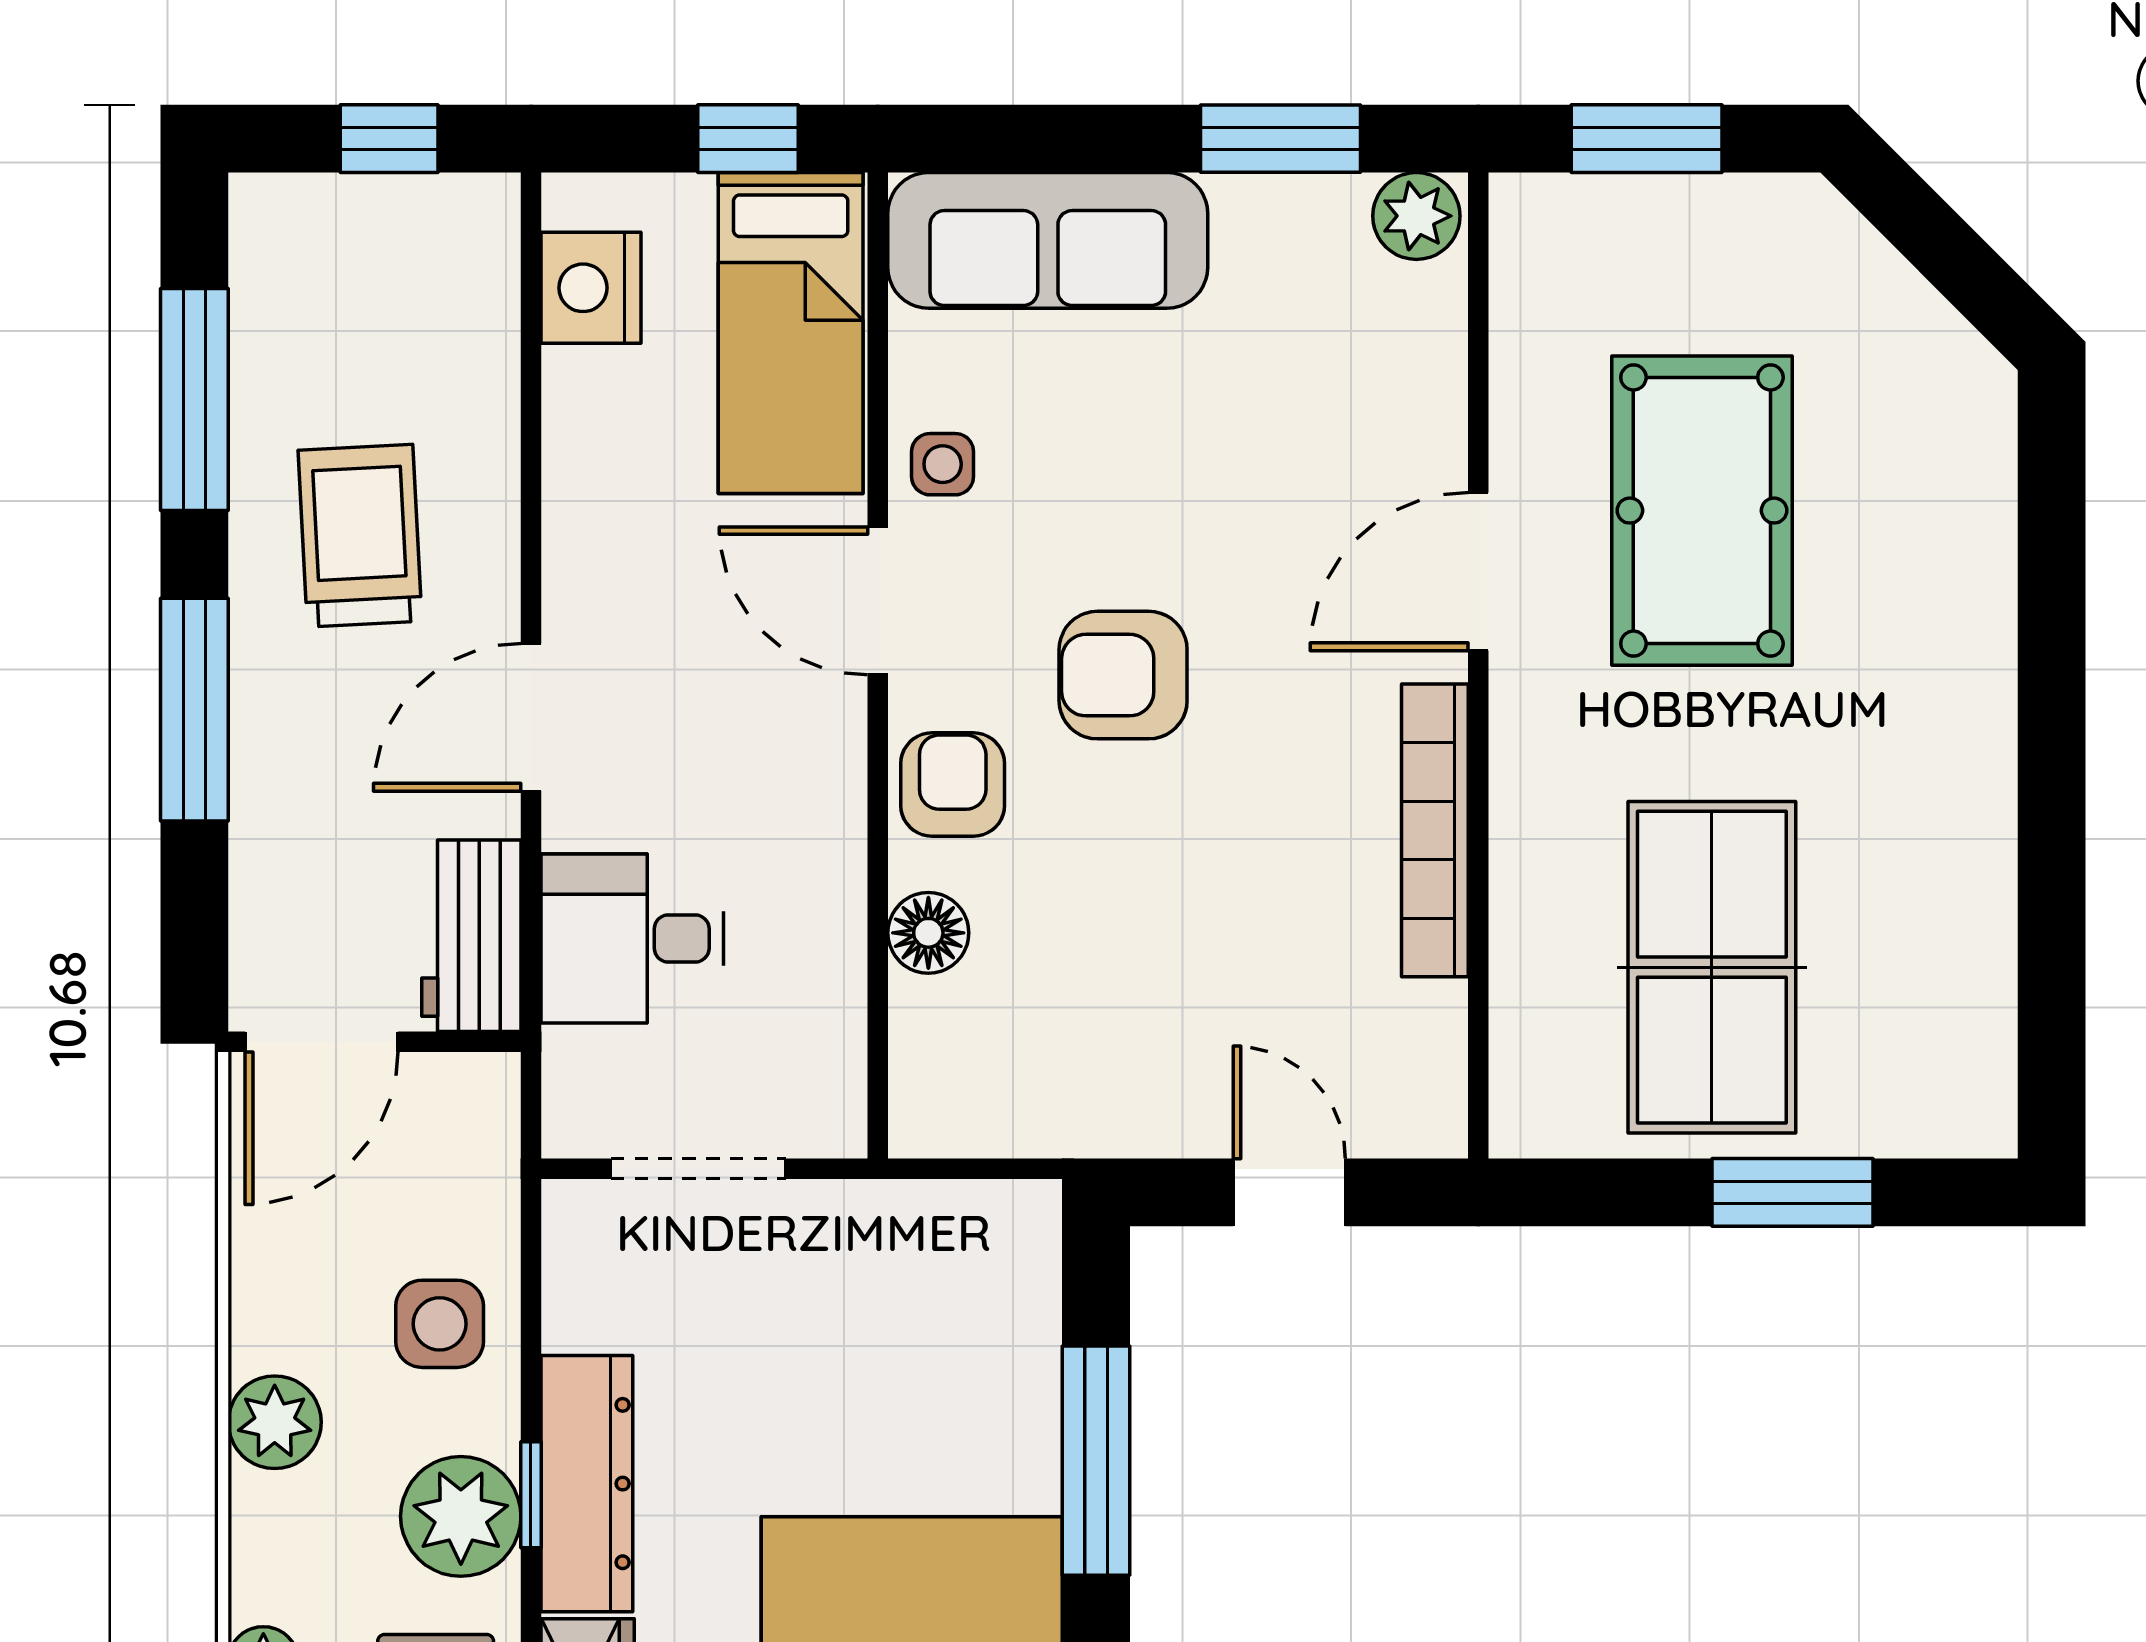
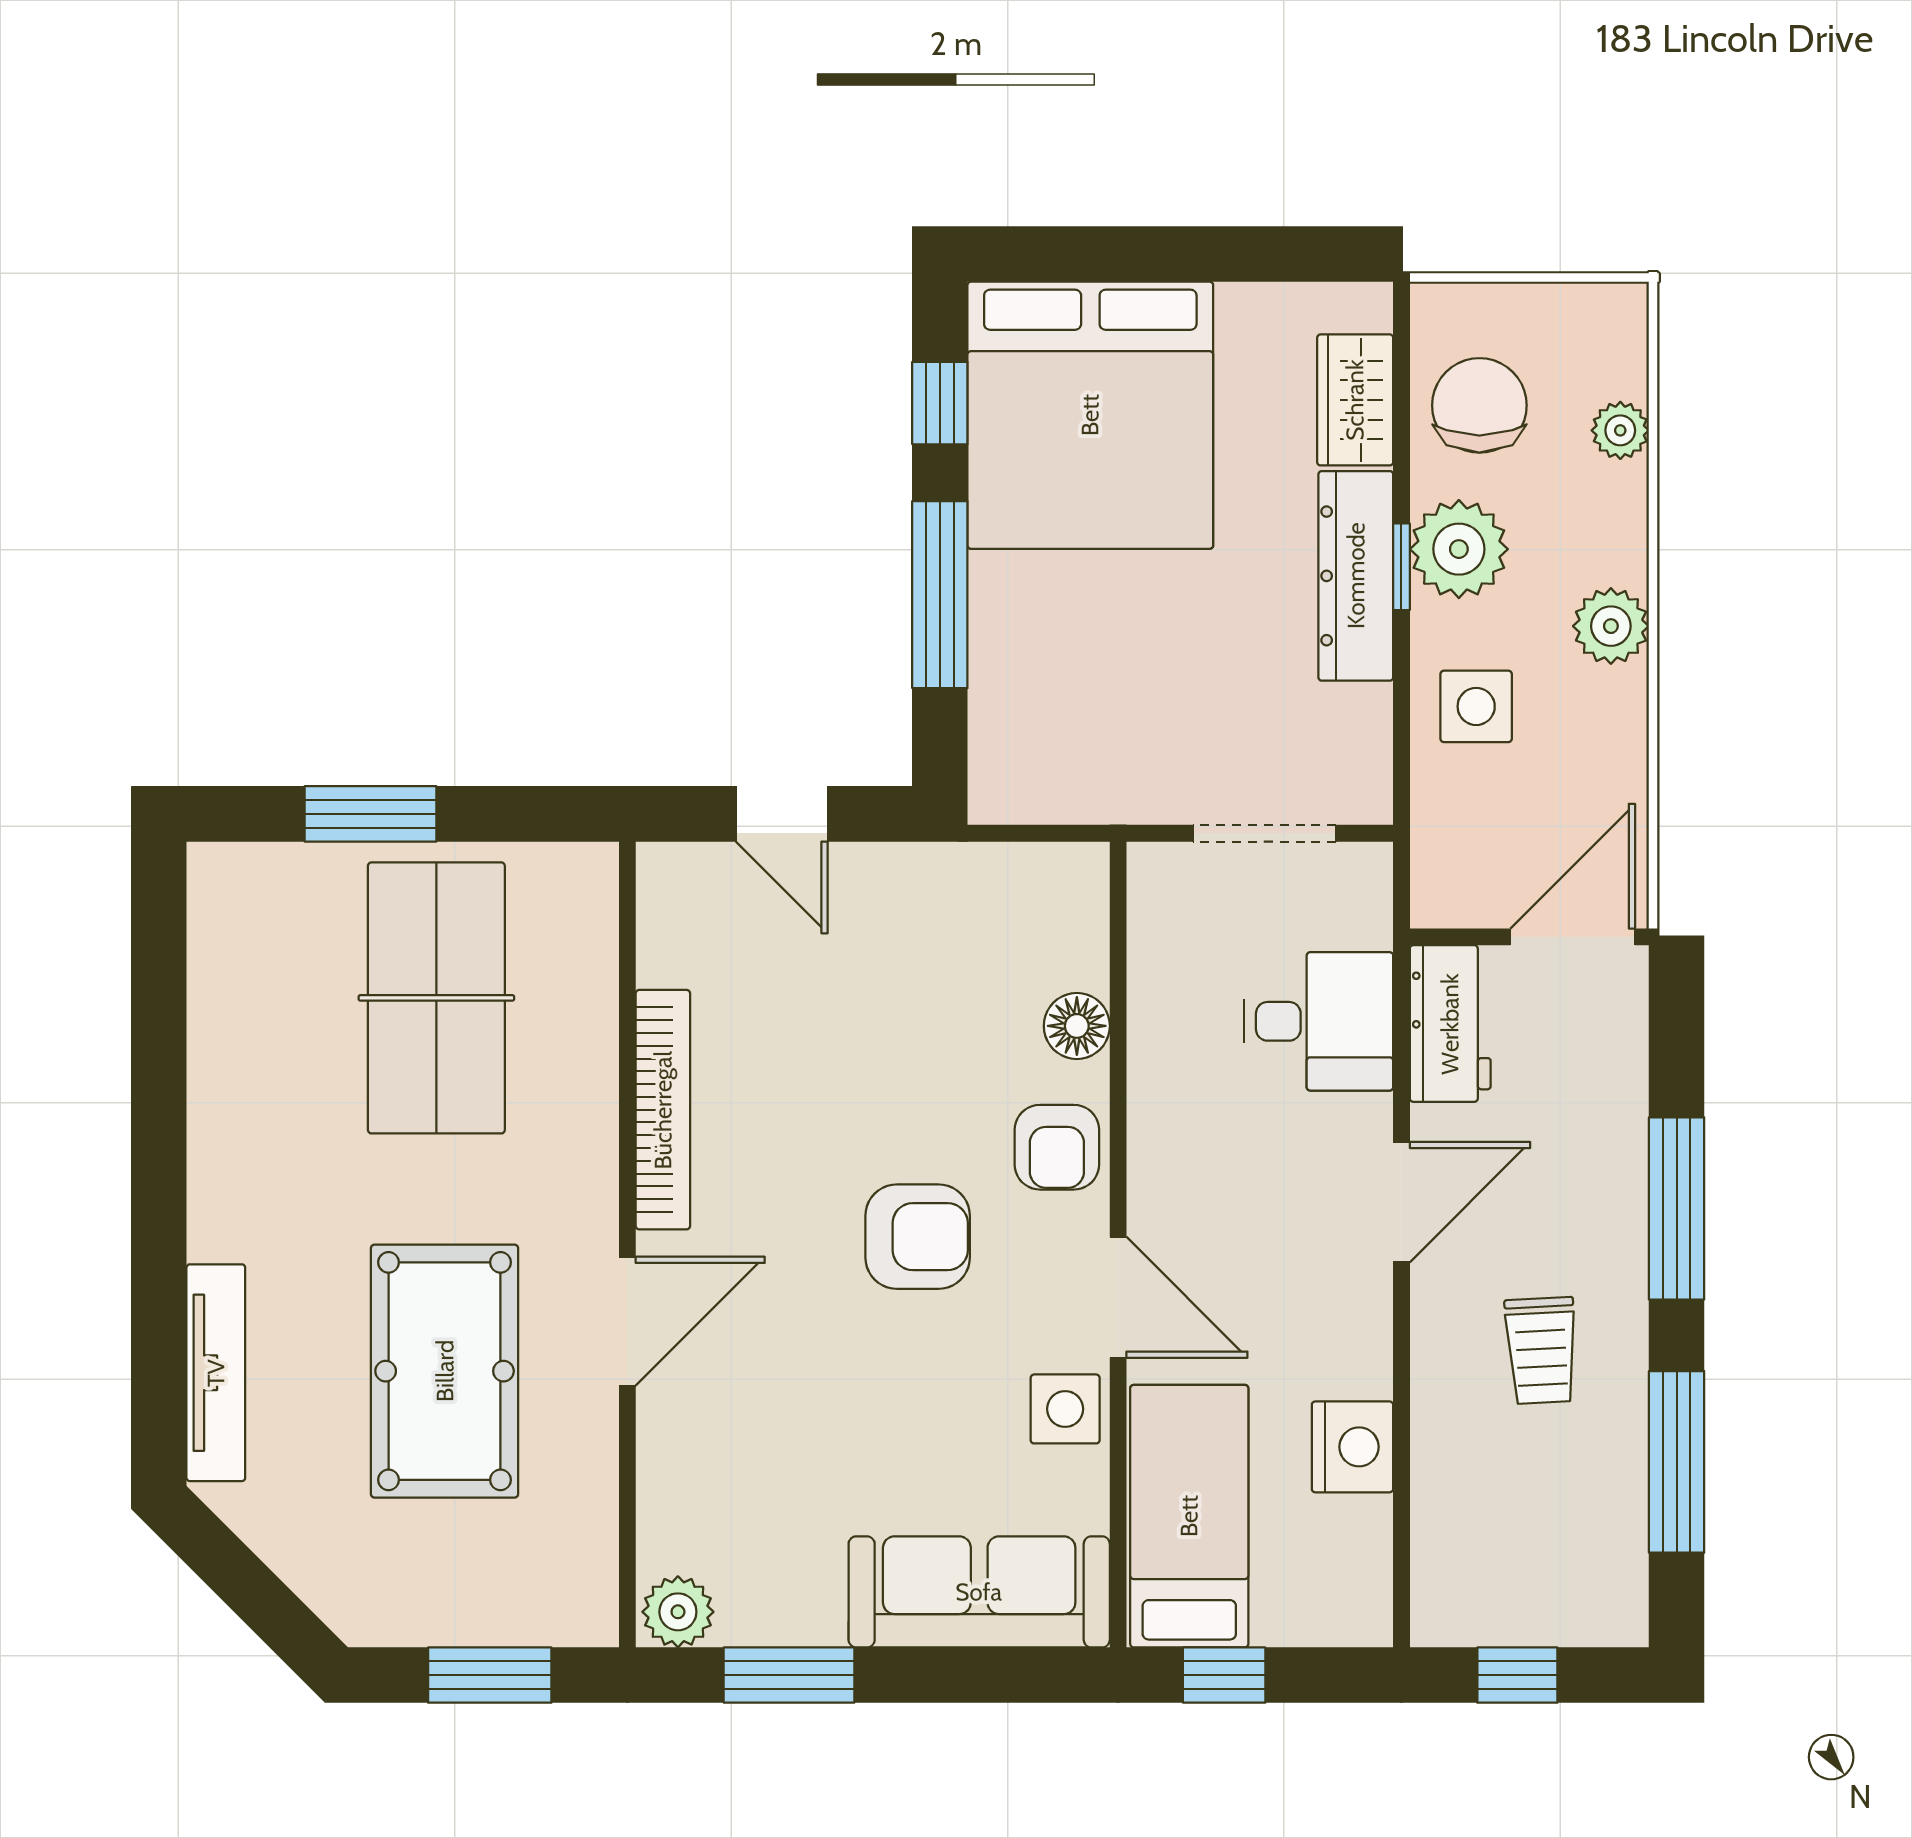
nightstand: (591, 288) -> (1352, 1447), moved
side table: (943, 464) -> (1065, 1409), width x1.37, depth x1.37
tv unit: (1982, 509) -> (216, 1373), added
trolley: (360, 536) -> (1541, 1350), width x0.73, depth x0.72

